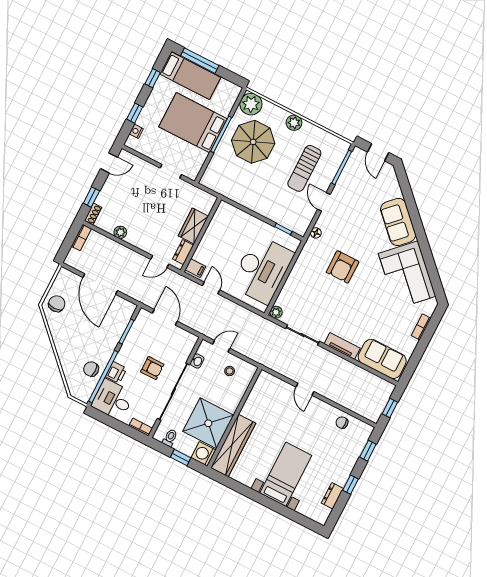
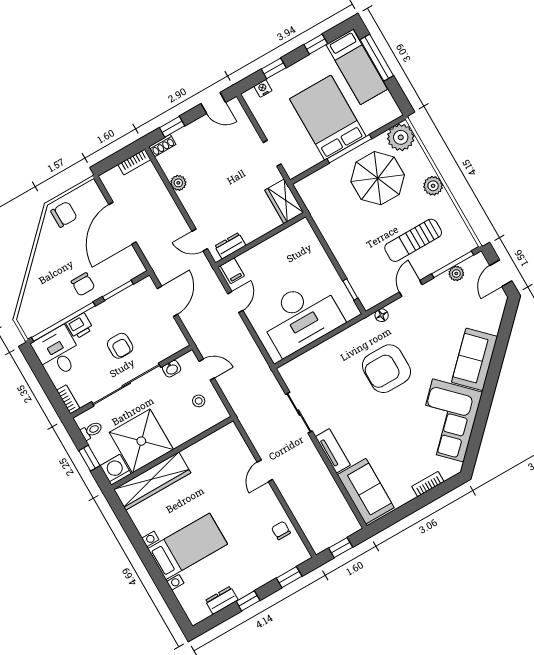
wardrobe: (193, 226) -> (284, 201), moved, turned -90
armchair: (343, 267) -> (386, 369), width x1.36, depth x1.36
plant: (276, 312) -> (456, 273), moved
chair: (91, 369) -> (83, 284), moved, turned 180

